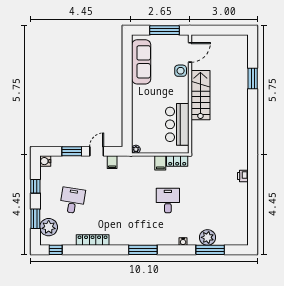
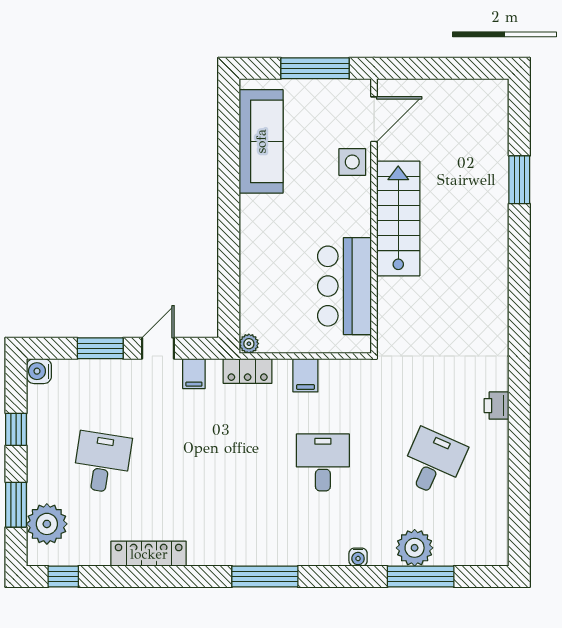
locker: (177, 161) -> (248, 371), moved
desk: (216, 201) -> (433, 462), added

